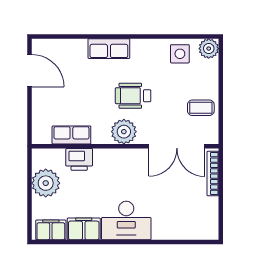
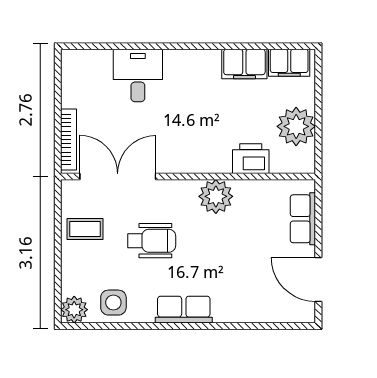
row of seats: (109, 49) -> (184, 310), moved
wheelchair: (133, 96) -> (152, 241), moved
plant: (124, 132) -> (216, 196), moved
row of seats: (71, 135) -> (303, 219), moved, turned 90
desk: (126, 220) -> (138, 75), moved, width x0.73

